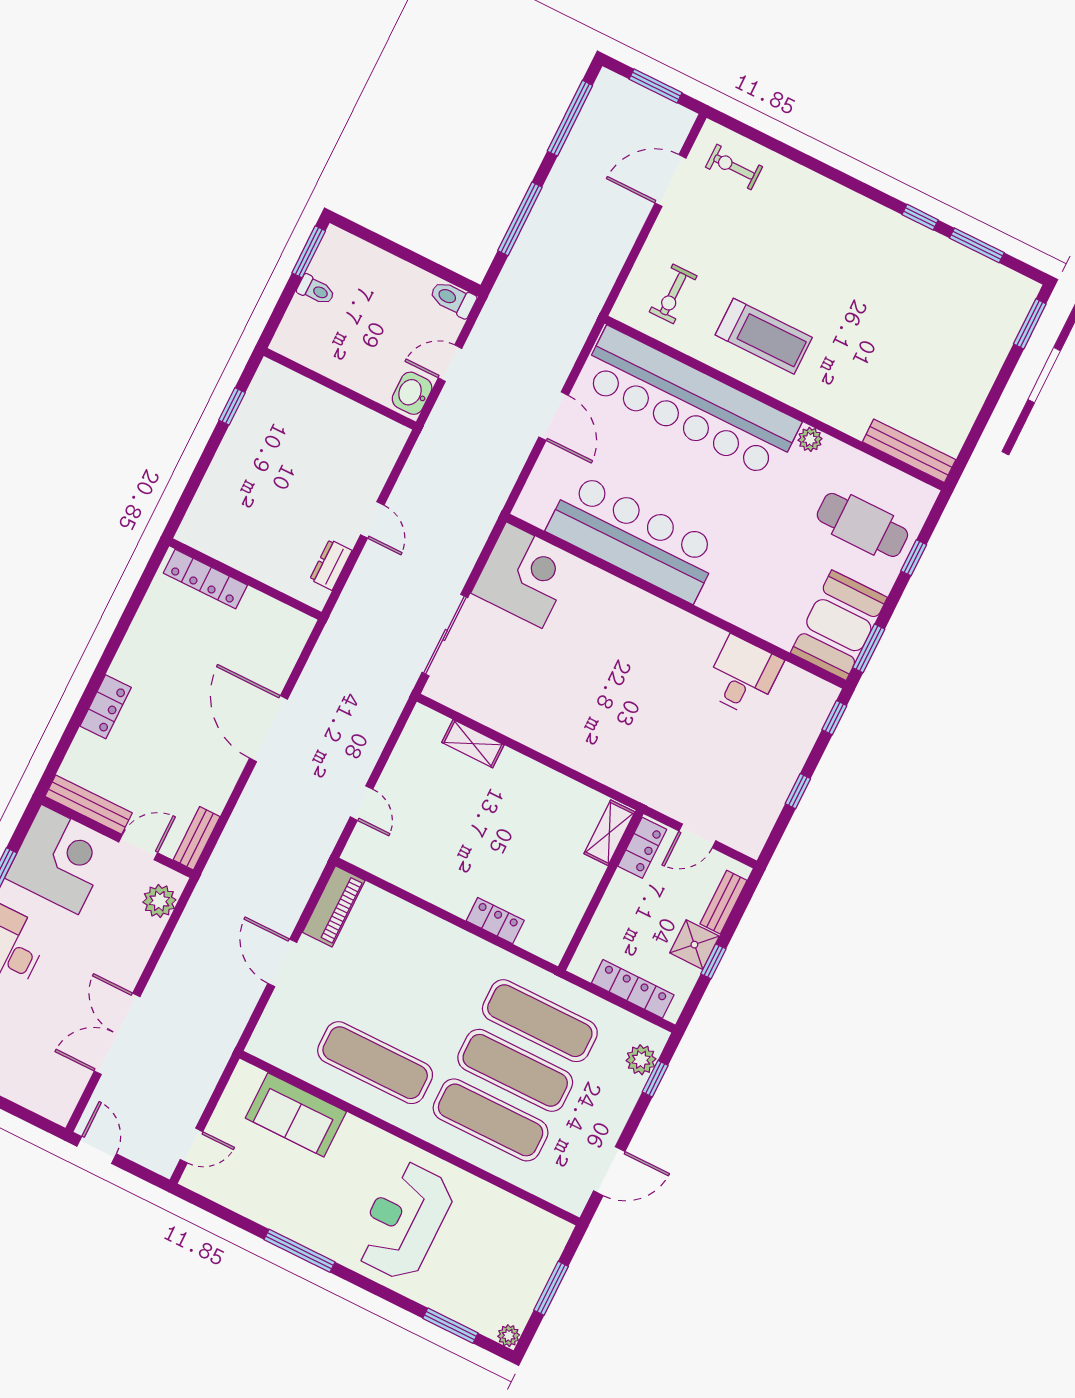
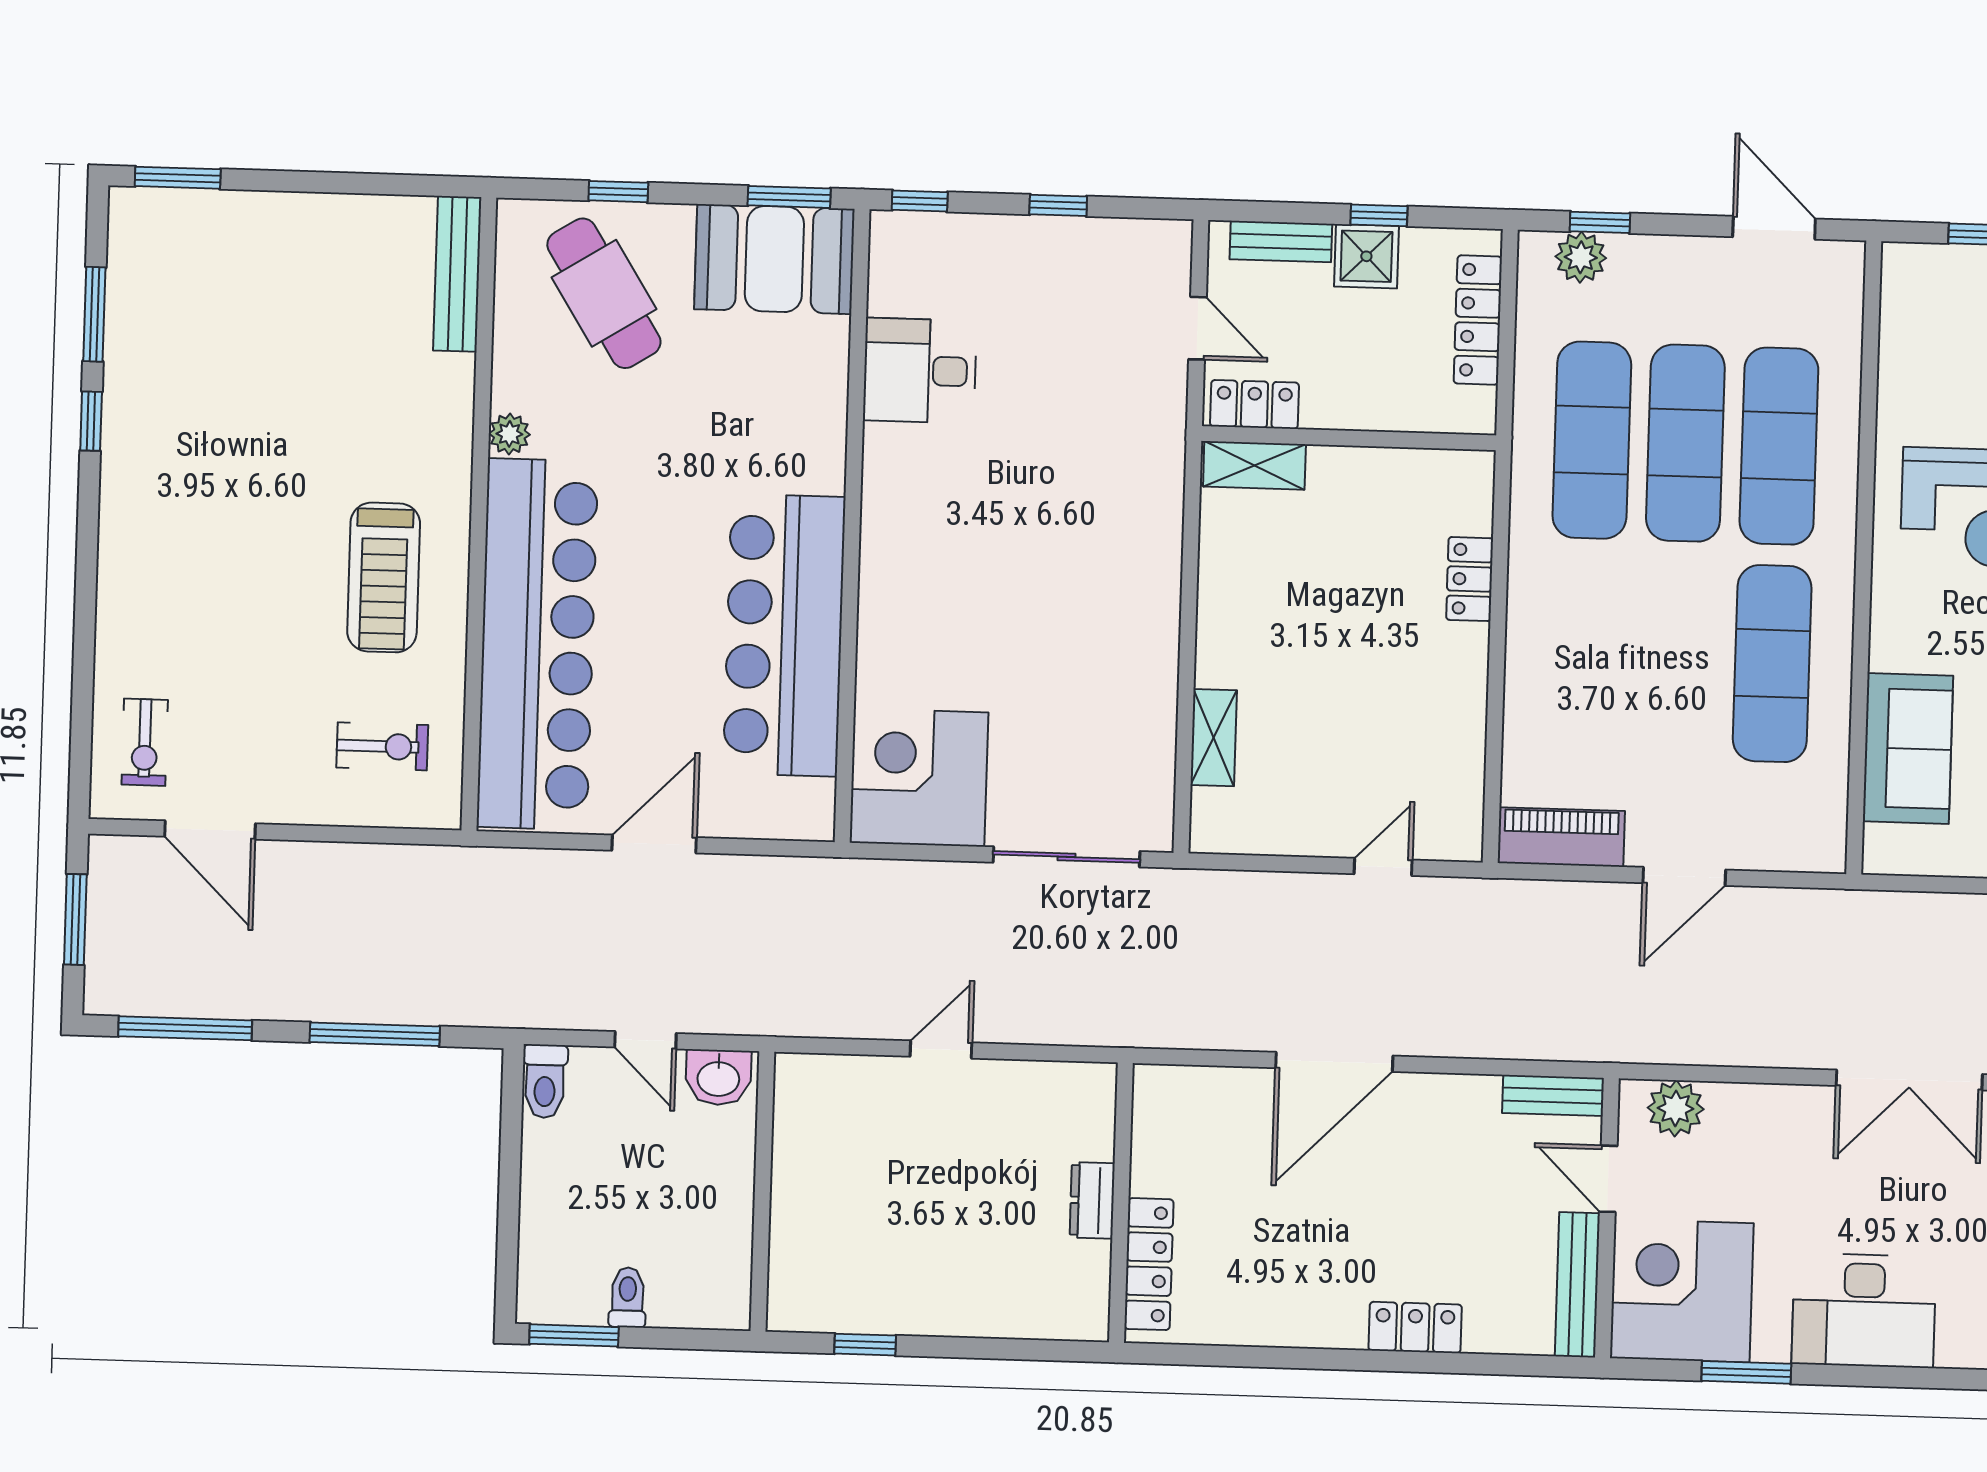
treadmill: (764, 336) -> (384, 577), turned 180
cafe table: (862, 525) -> (604, 293), turned -32
dresser: (331, 565) -> (1092, 1200), moved, turned 90

